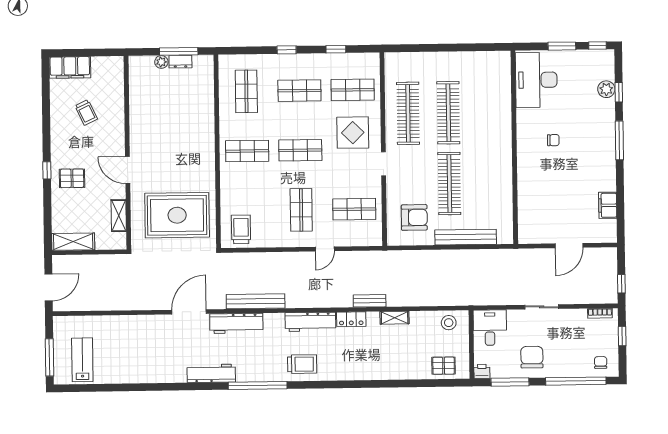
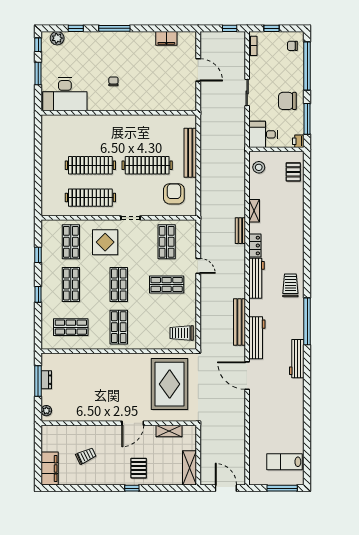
plant: (161, 62) -> (46, 411), moved
plant: (606, 89) -> (57, 38), moved

